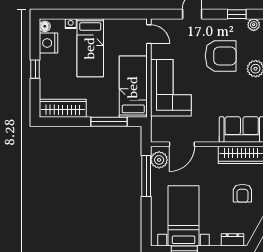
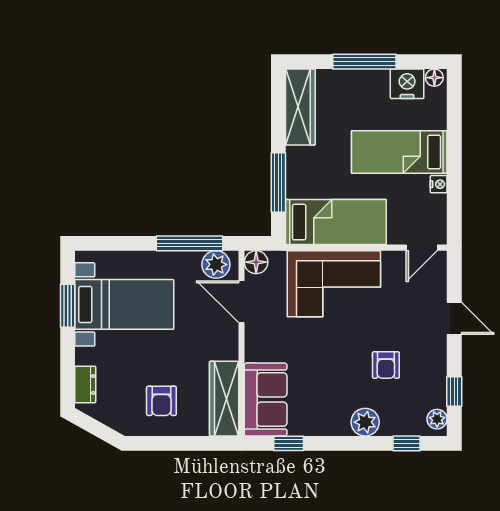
nightstand: (71, 24) -> (439, 184), moved
armchair: (221, 56) -> (386, 365), width x0.53, depth x0.53
window: (35, 69) -> (364, 62), width x2.17
floor lamp: (158, 135) -> (256, 262), added
armchair: (242, 193) -> (161, 401), turned -90

